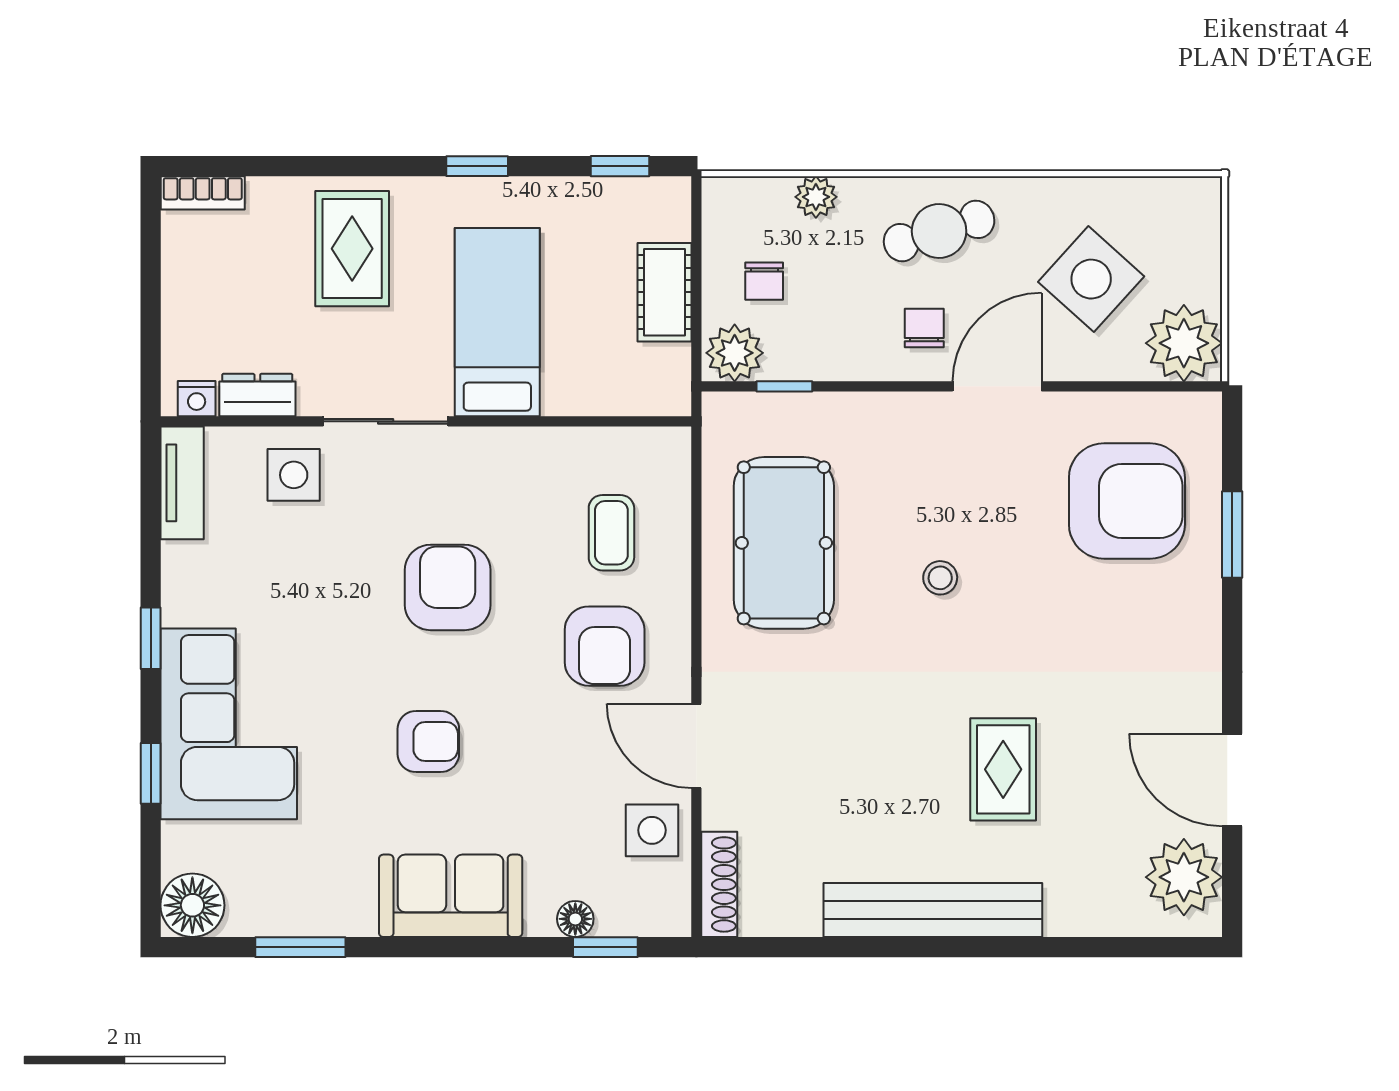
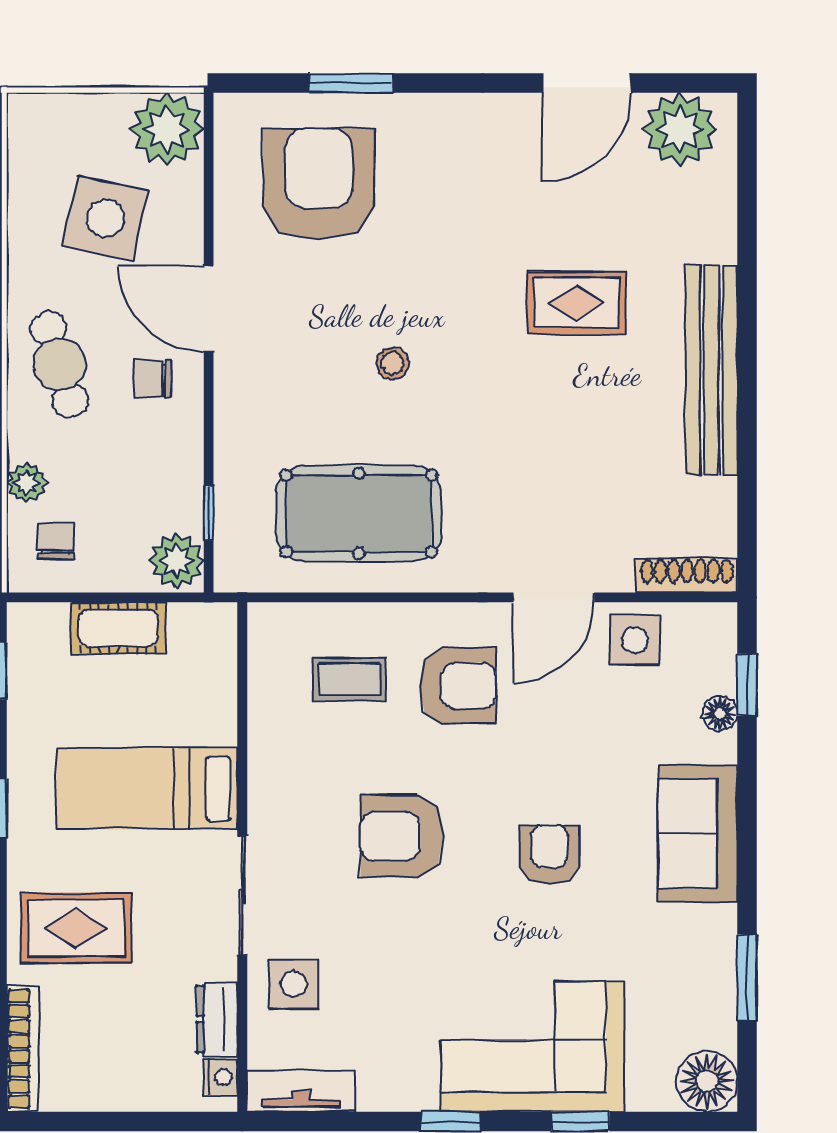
bookcase: (203, 193) -> (23, 1049), width x1.56
side table: (1091, 279) -> (106, 218), turned -30
chair: (764, 281) -> (56, 541), moved, turned -90

